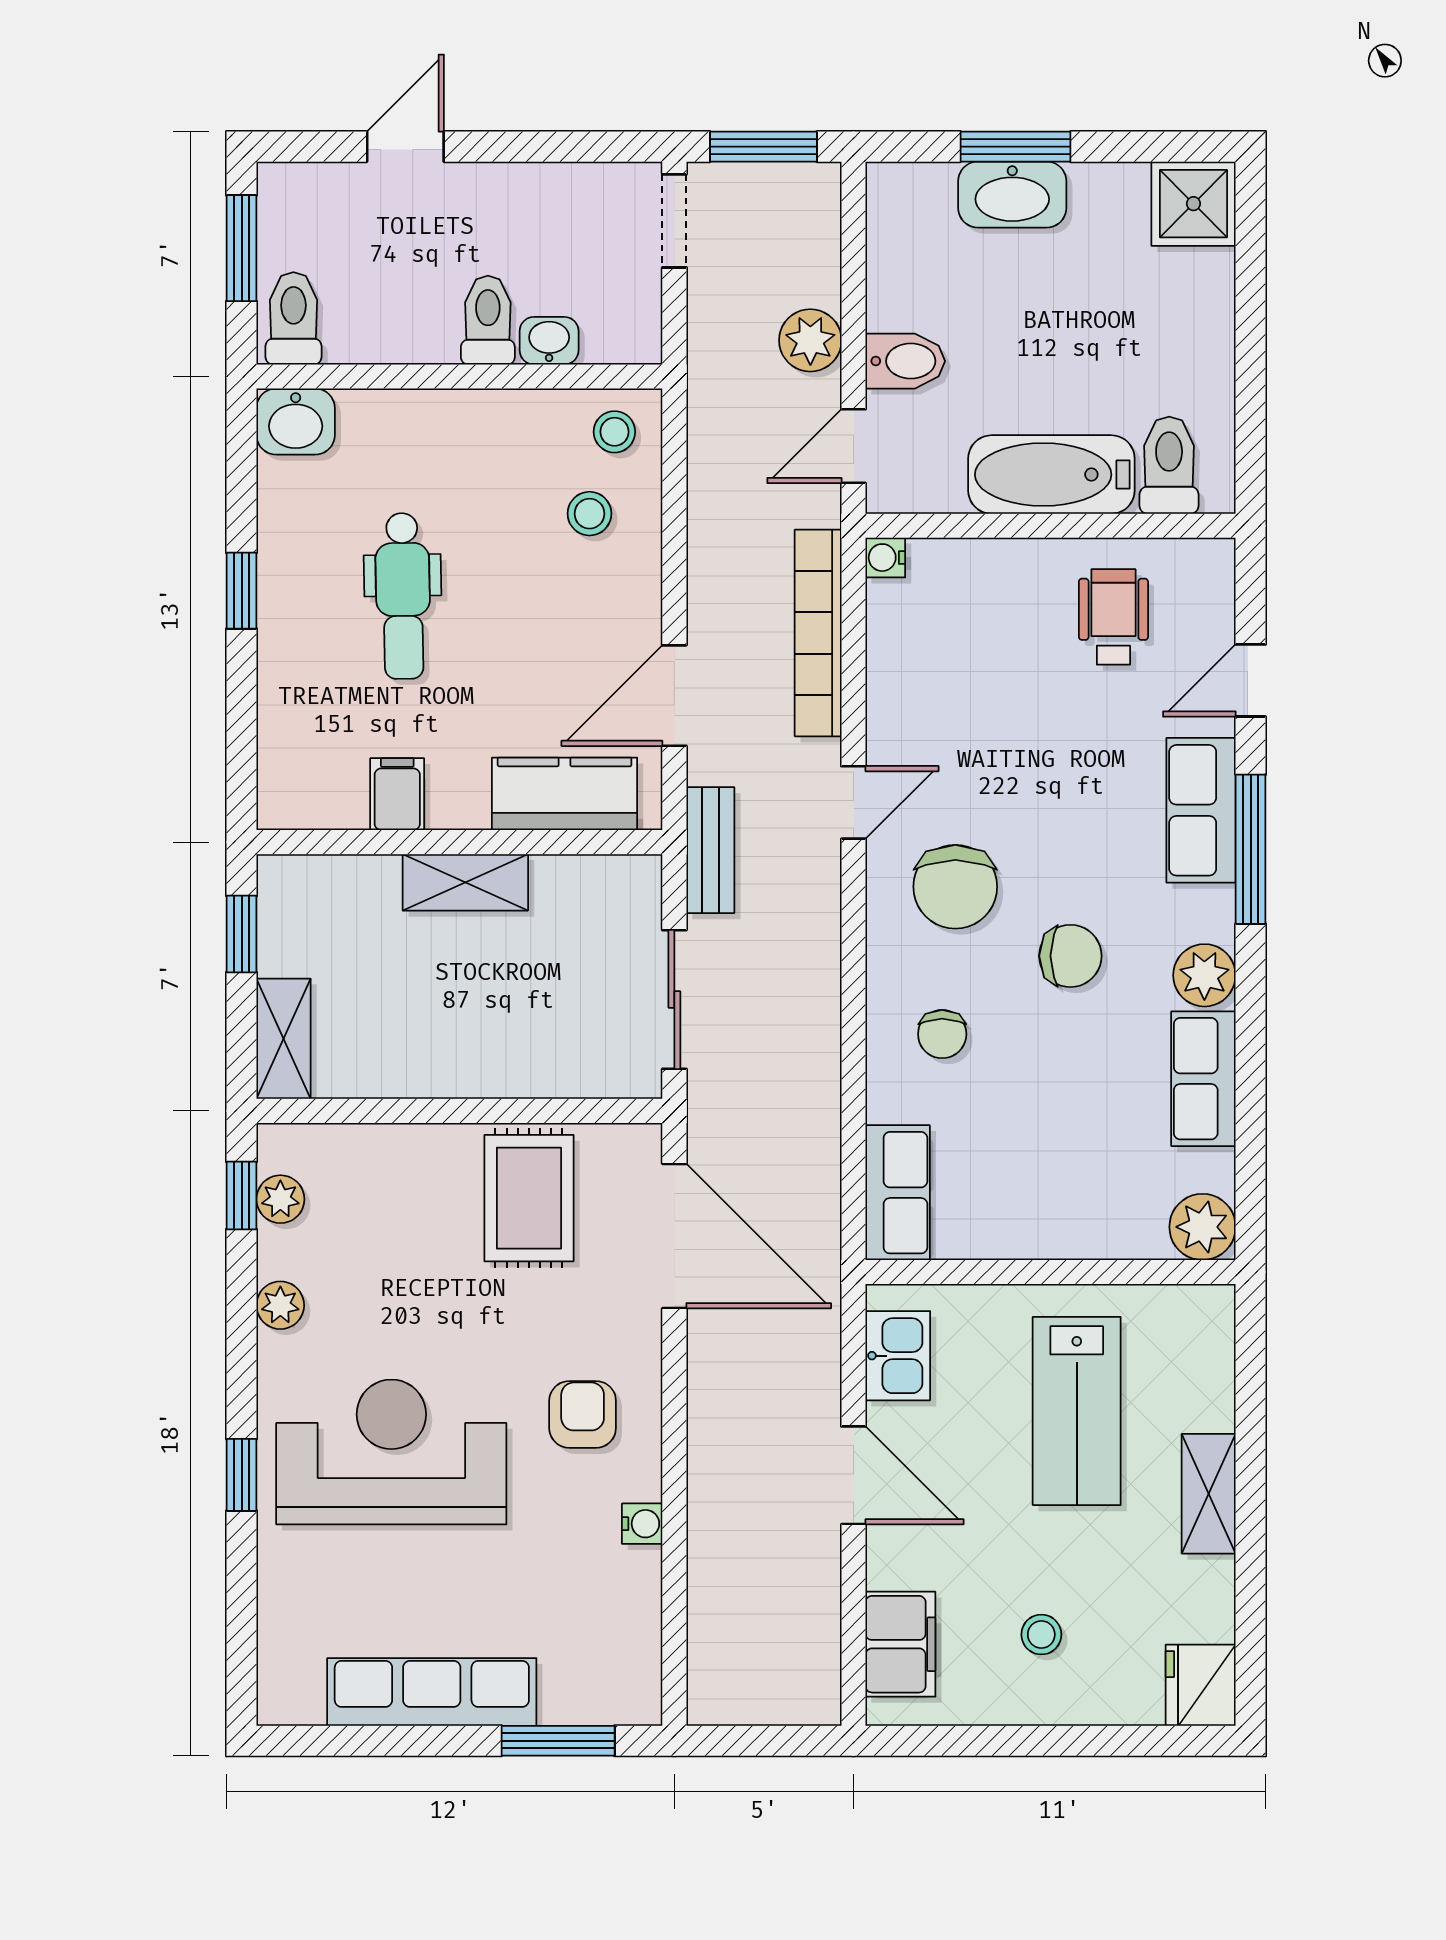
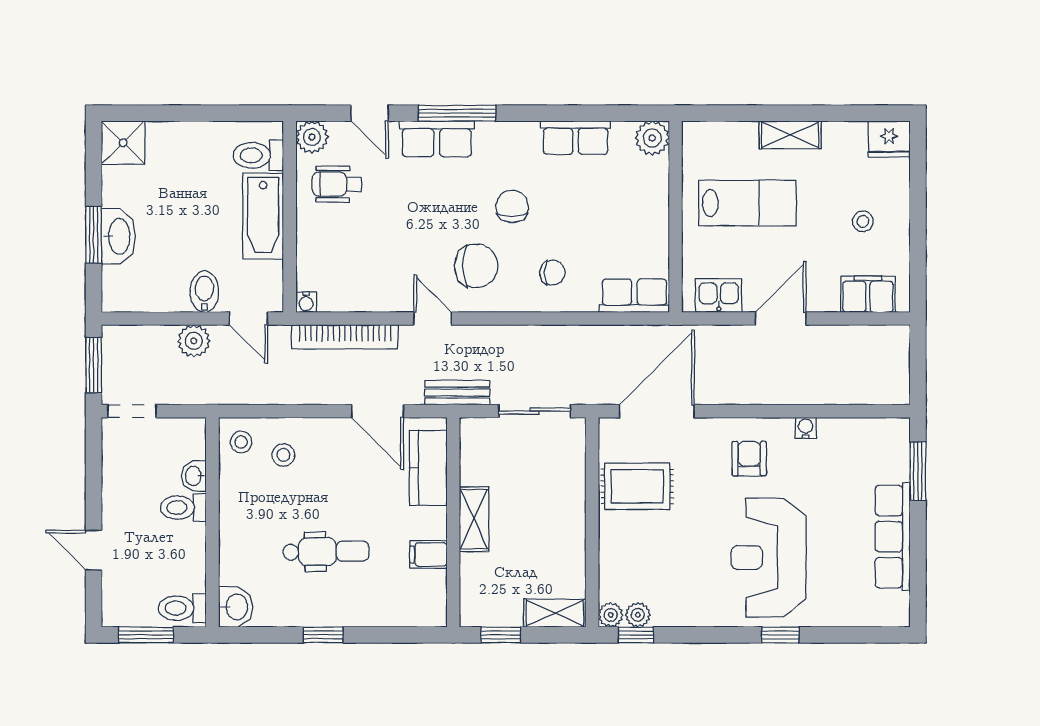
plant: (1204, 975) -> (312, 137), moved
plant: (280, 1305) -> (611, 615), moved
armchair: (583, 1414) -> (749, 459), turned 90

